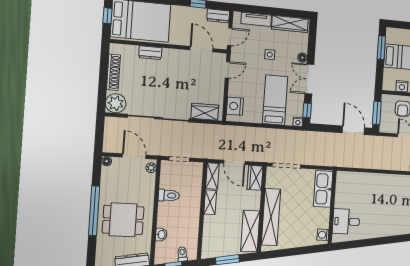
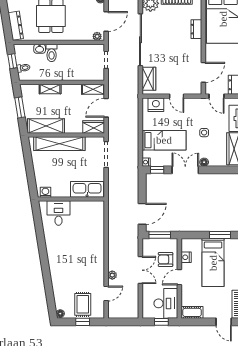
door: (227, 70) -> (177, 96), moved
toilet: (169, 195) -> (52, 53), moved
shelving: (210, 202) -> (50, 89), moved

